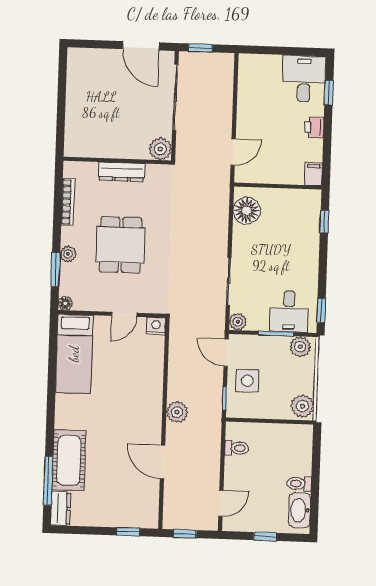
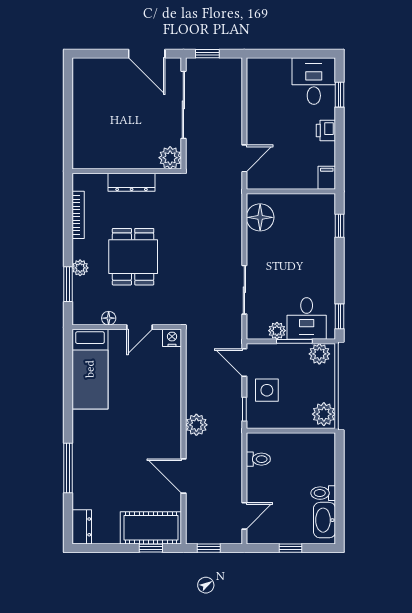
floor lamp: (65, 303) -> (109, 318), moved
plant: (238, 322) -> (277, 331), moved
cot: (69, 460) -> (151, 528), moved, turned 90
window: (48, 481) -> (68, 468), moved

